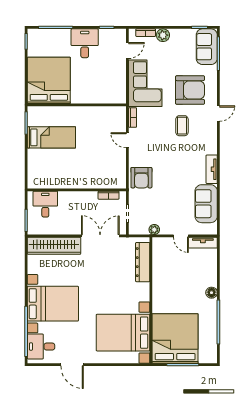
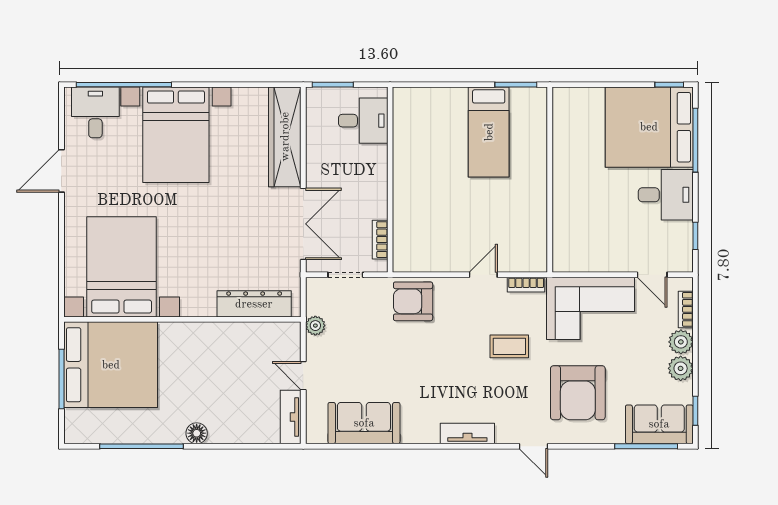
plant: (177, 35) -> (681, 368), added
bed: (49, 80) -> (649, 127), moved, turned 180
coffee table: (182, 126) -> (509, 346), moved
tv unit: (212, 169) -> (467, 434), moved
door: (181, 236) -> (303, 376), hinge flipped

